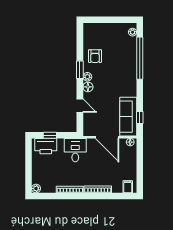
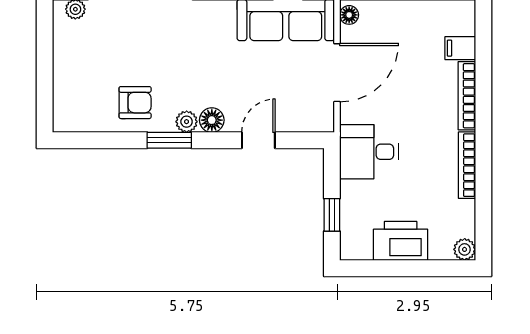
printer: (46, 146) -> (401, 241), moved, turned -90
filing cabinet: (128, 187) -> (460, 48), moved

